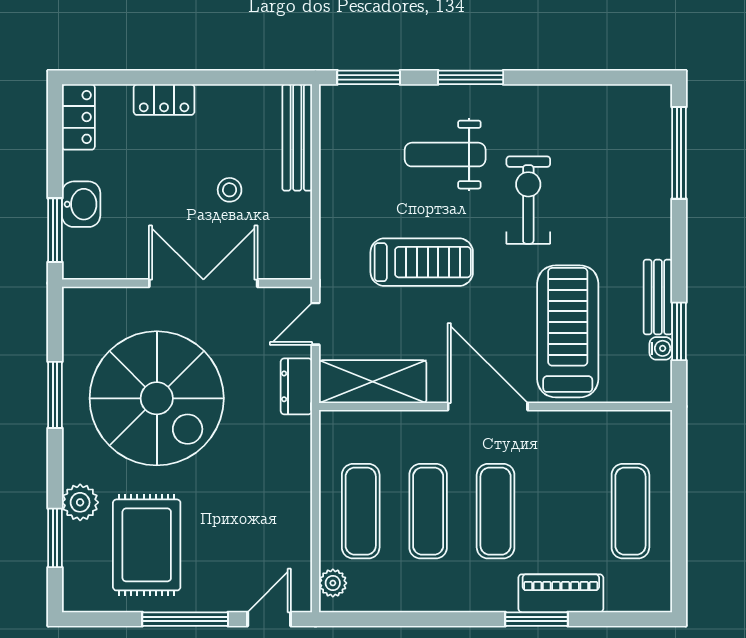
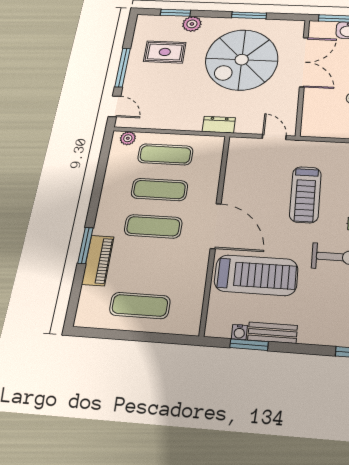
double door: (203, 283) -> (304, 62), moved
shelving: (373, 382) -> (238, 165), removed
dresser: (296, 386) -> (219, 125), moved
door: (488, 407) -> (216, 226), hinge flipped
rug: (147, 545) -> (165, 52), width x0.73, depth x0.70

